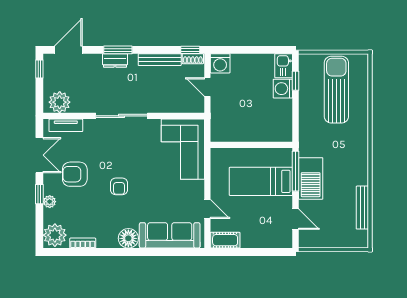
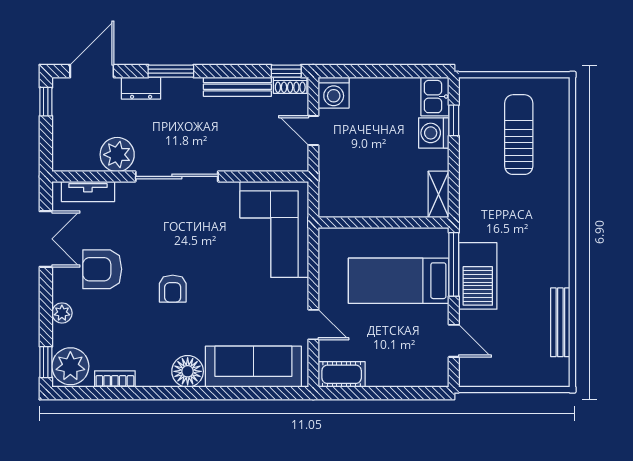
dresser: (115, 61) -> (141, 88), moved
sun lounger: (336, 90) -> (519, 135), width x0.73, depth x0.75
plant: (60, 102) -> (117, 155), moved
shelving: (286, 127) -> (438, 194), added
window: (39, 194) -> (46, 362), moved

